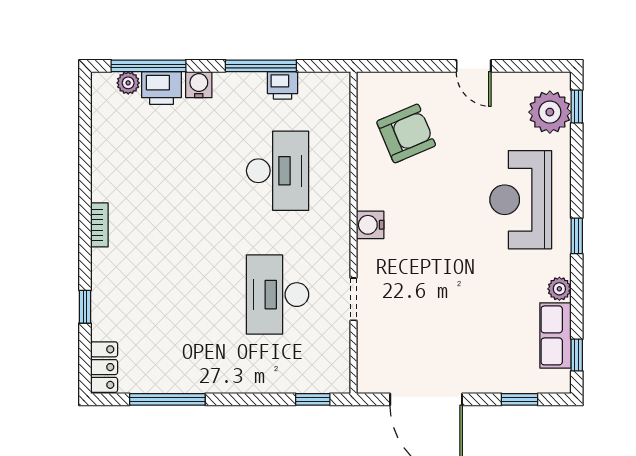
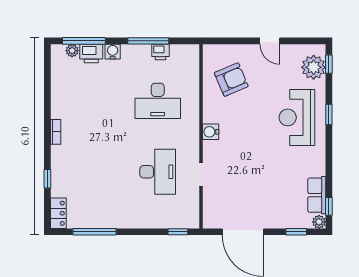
desk: (278, 171) -> (158, 101), turned 90
window: (577, 236) -> (329, 115), moved
plant: (559, 289) -> (319, 222), moved
desk: (278, 295) -> (158, 172), turned 180

